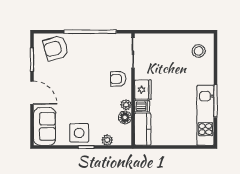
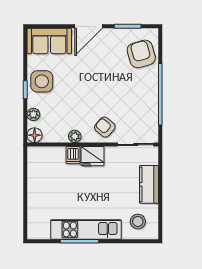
armchair: (118, 79) -> (105, 127), turned -49
kitchen unit: (205, 115) -> (86, 229), moved
floor lamp: (125, 117) -> (35, 135), moved
kitchen counter: (143, 129) -> (149, 184), moved, turned 90

